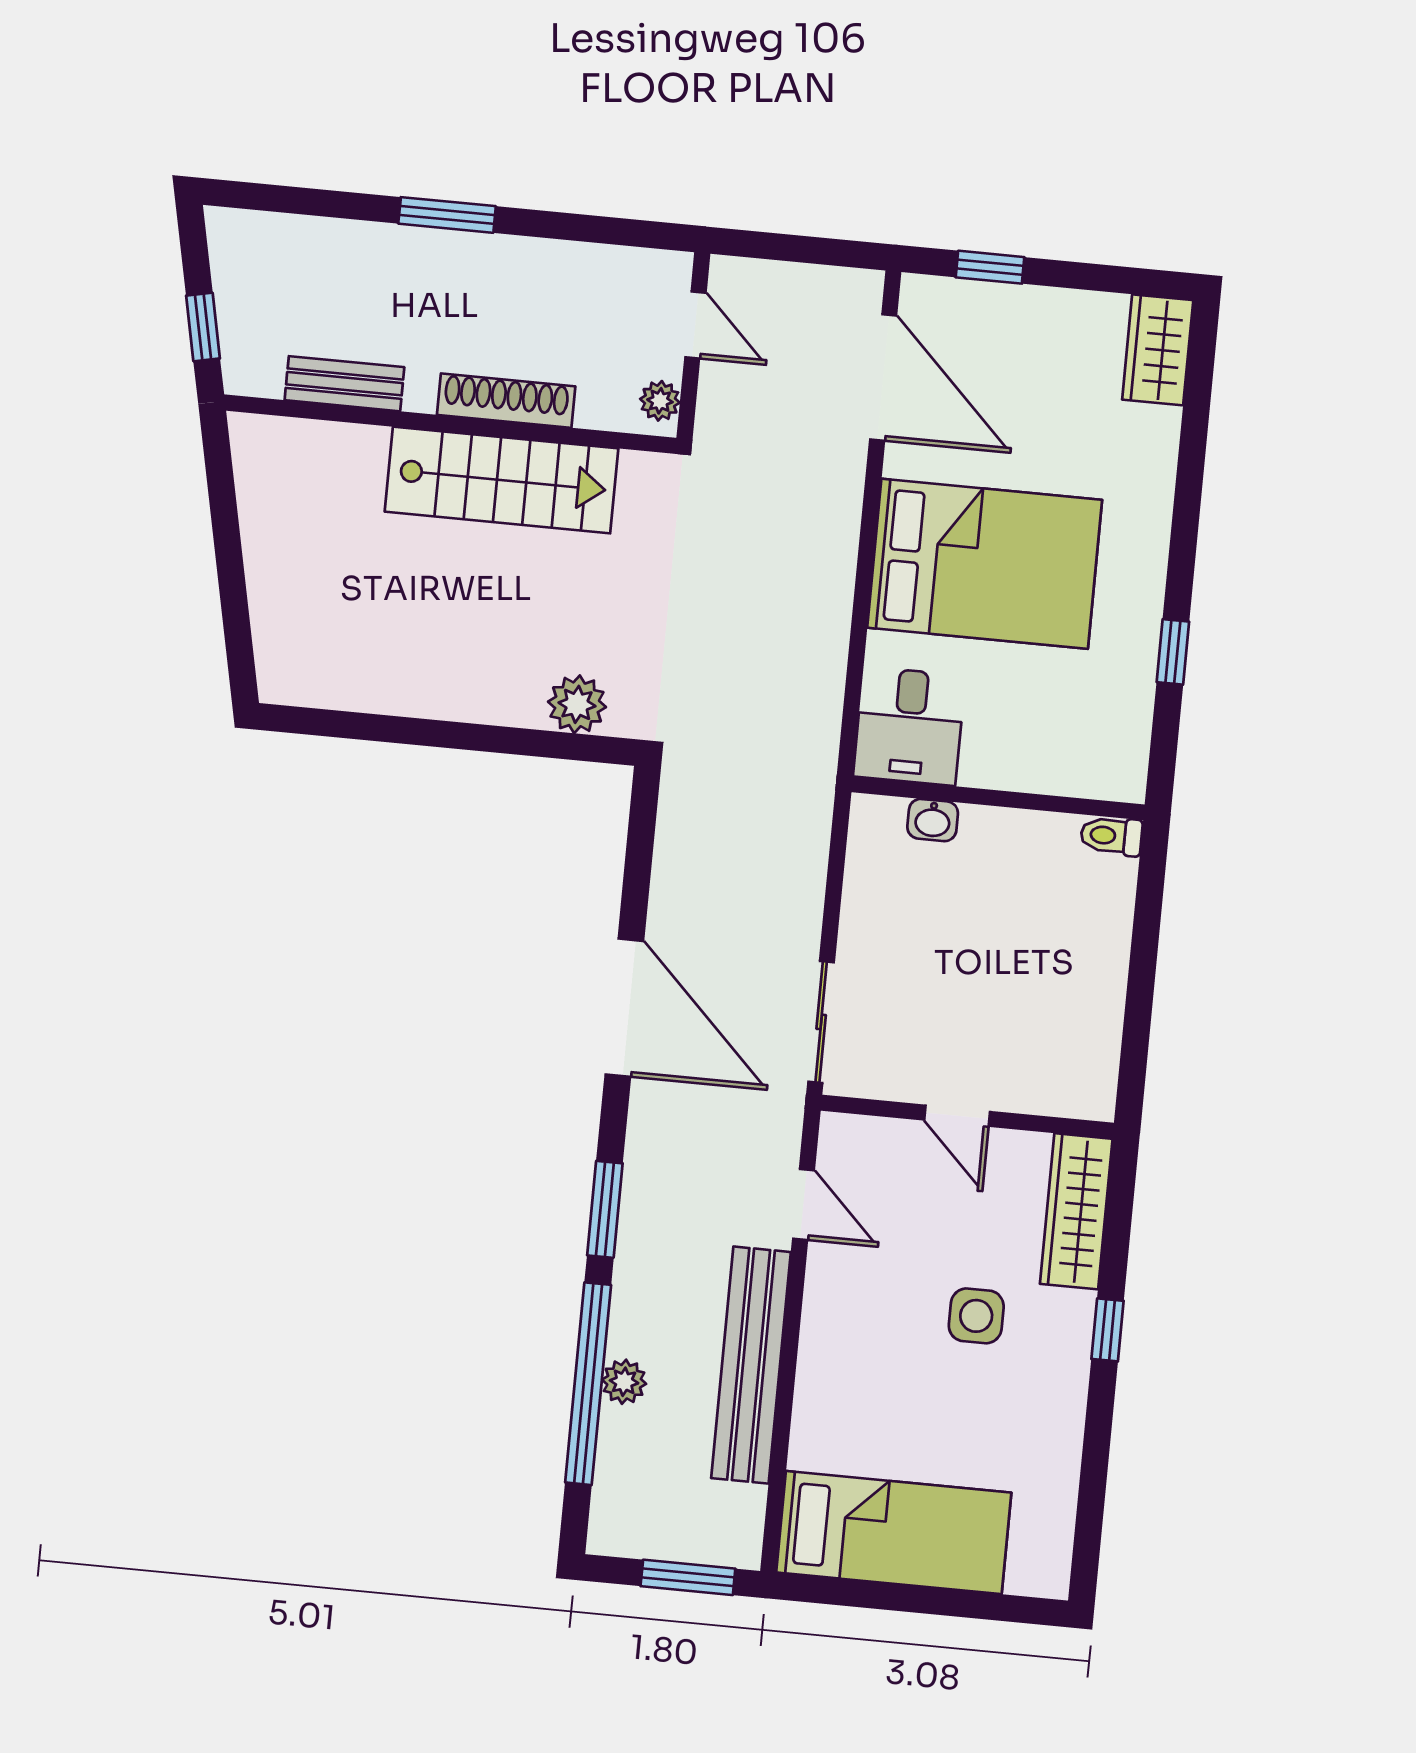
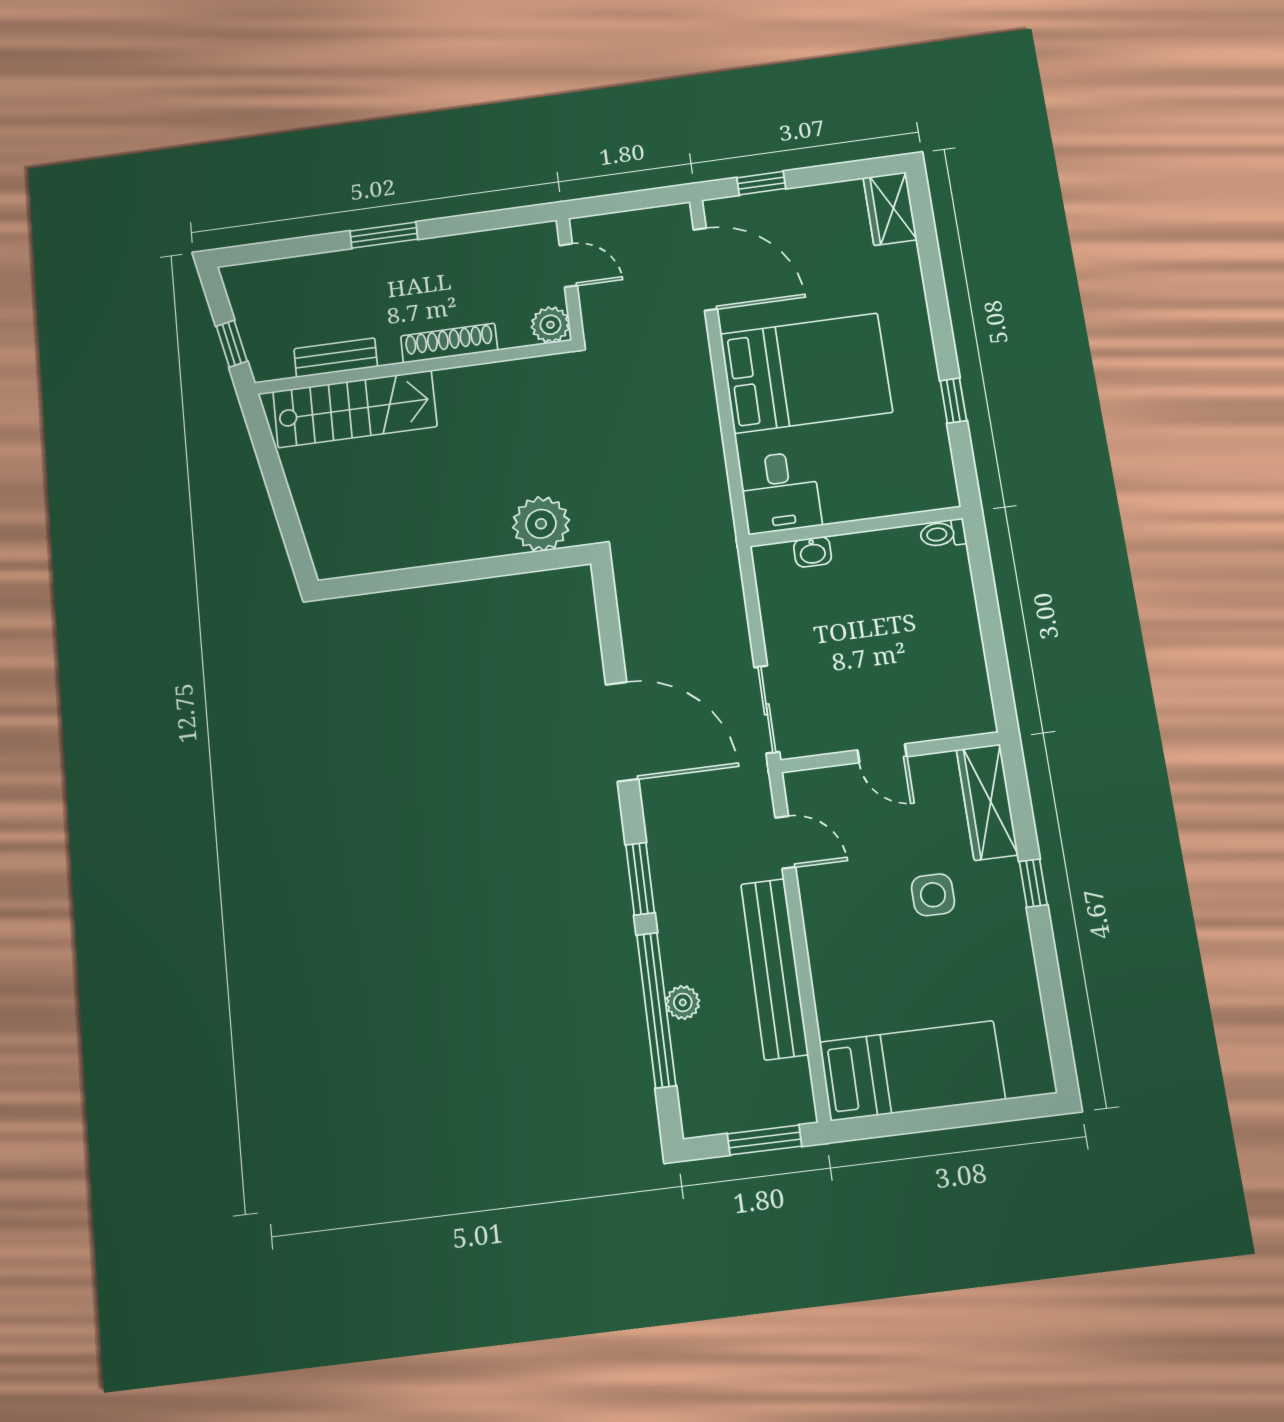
plant: (660, 401) -> (550, 325), width x1.38, depth x1.38
stairs: (502, 480) -> (355, 409), moved
plant: (577, 704) -> (541, 524), width x1.36, depth x1.36

